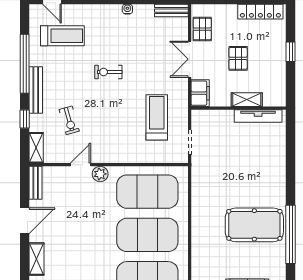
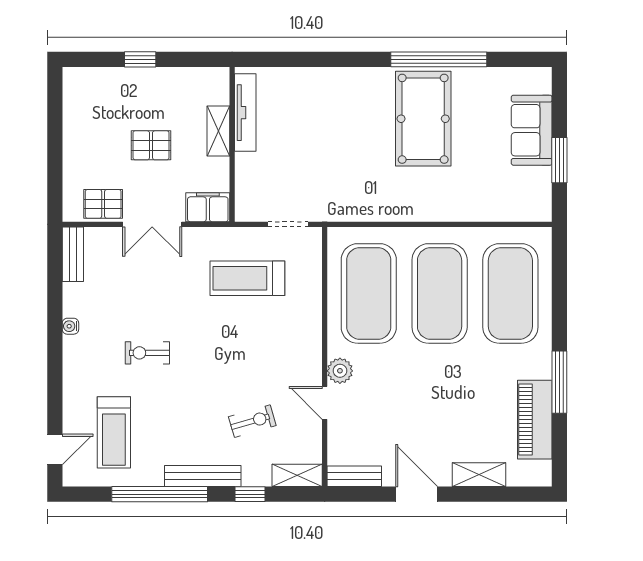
locker: (260, 12) -> (75, 109), removed
treadmill: (62, 36) -> (114, 432), turned 180
exercise bike: (108, 72) -> (147, 353), moved, turned 90

